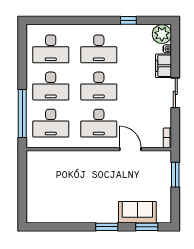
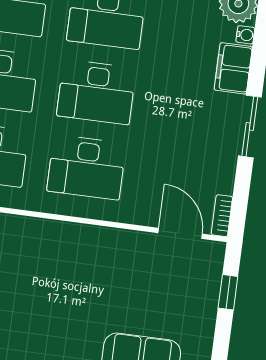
door: (130, 149) -> (180, 233), moved
window: (175, 175) -> (228, 292), width x0.67

